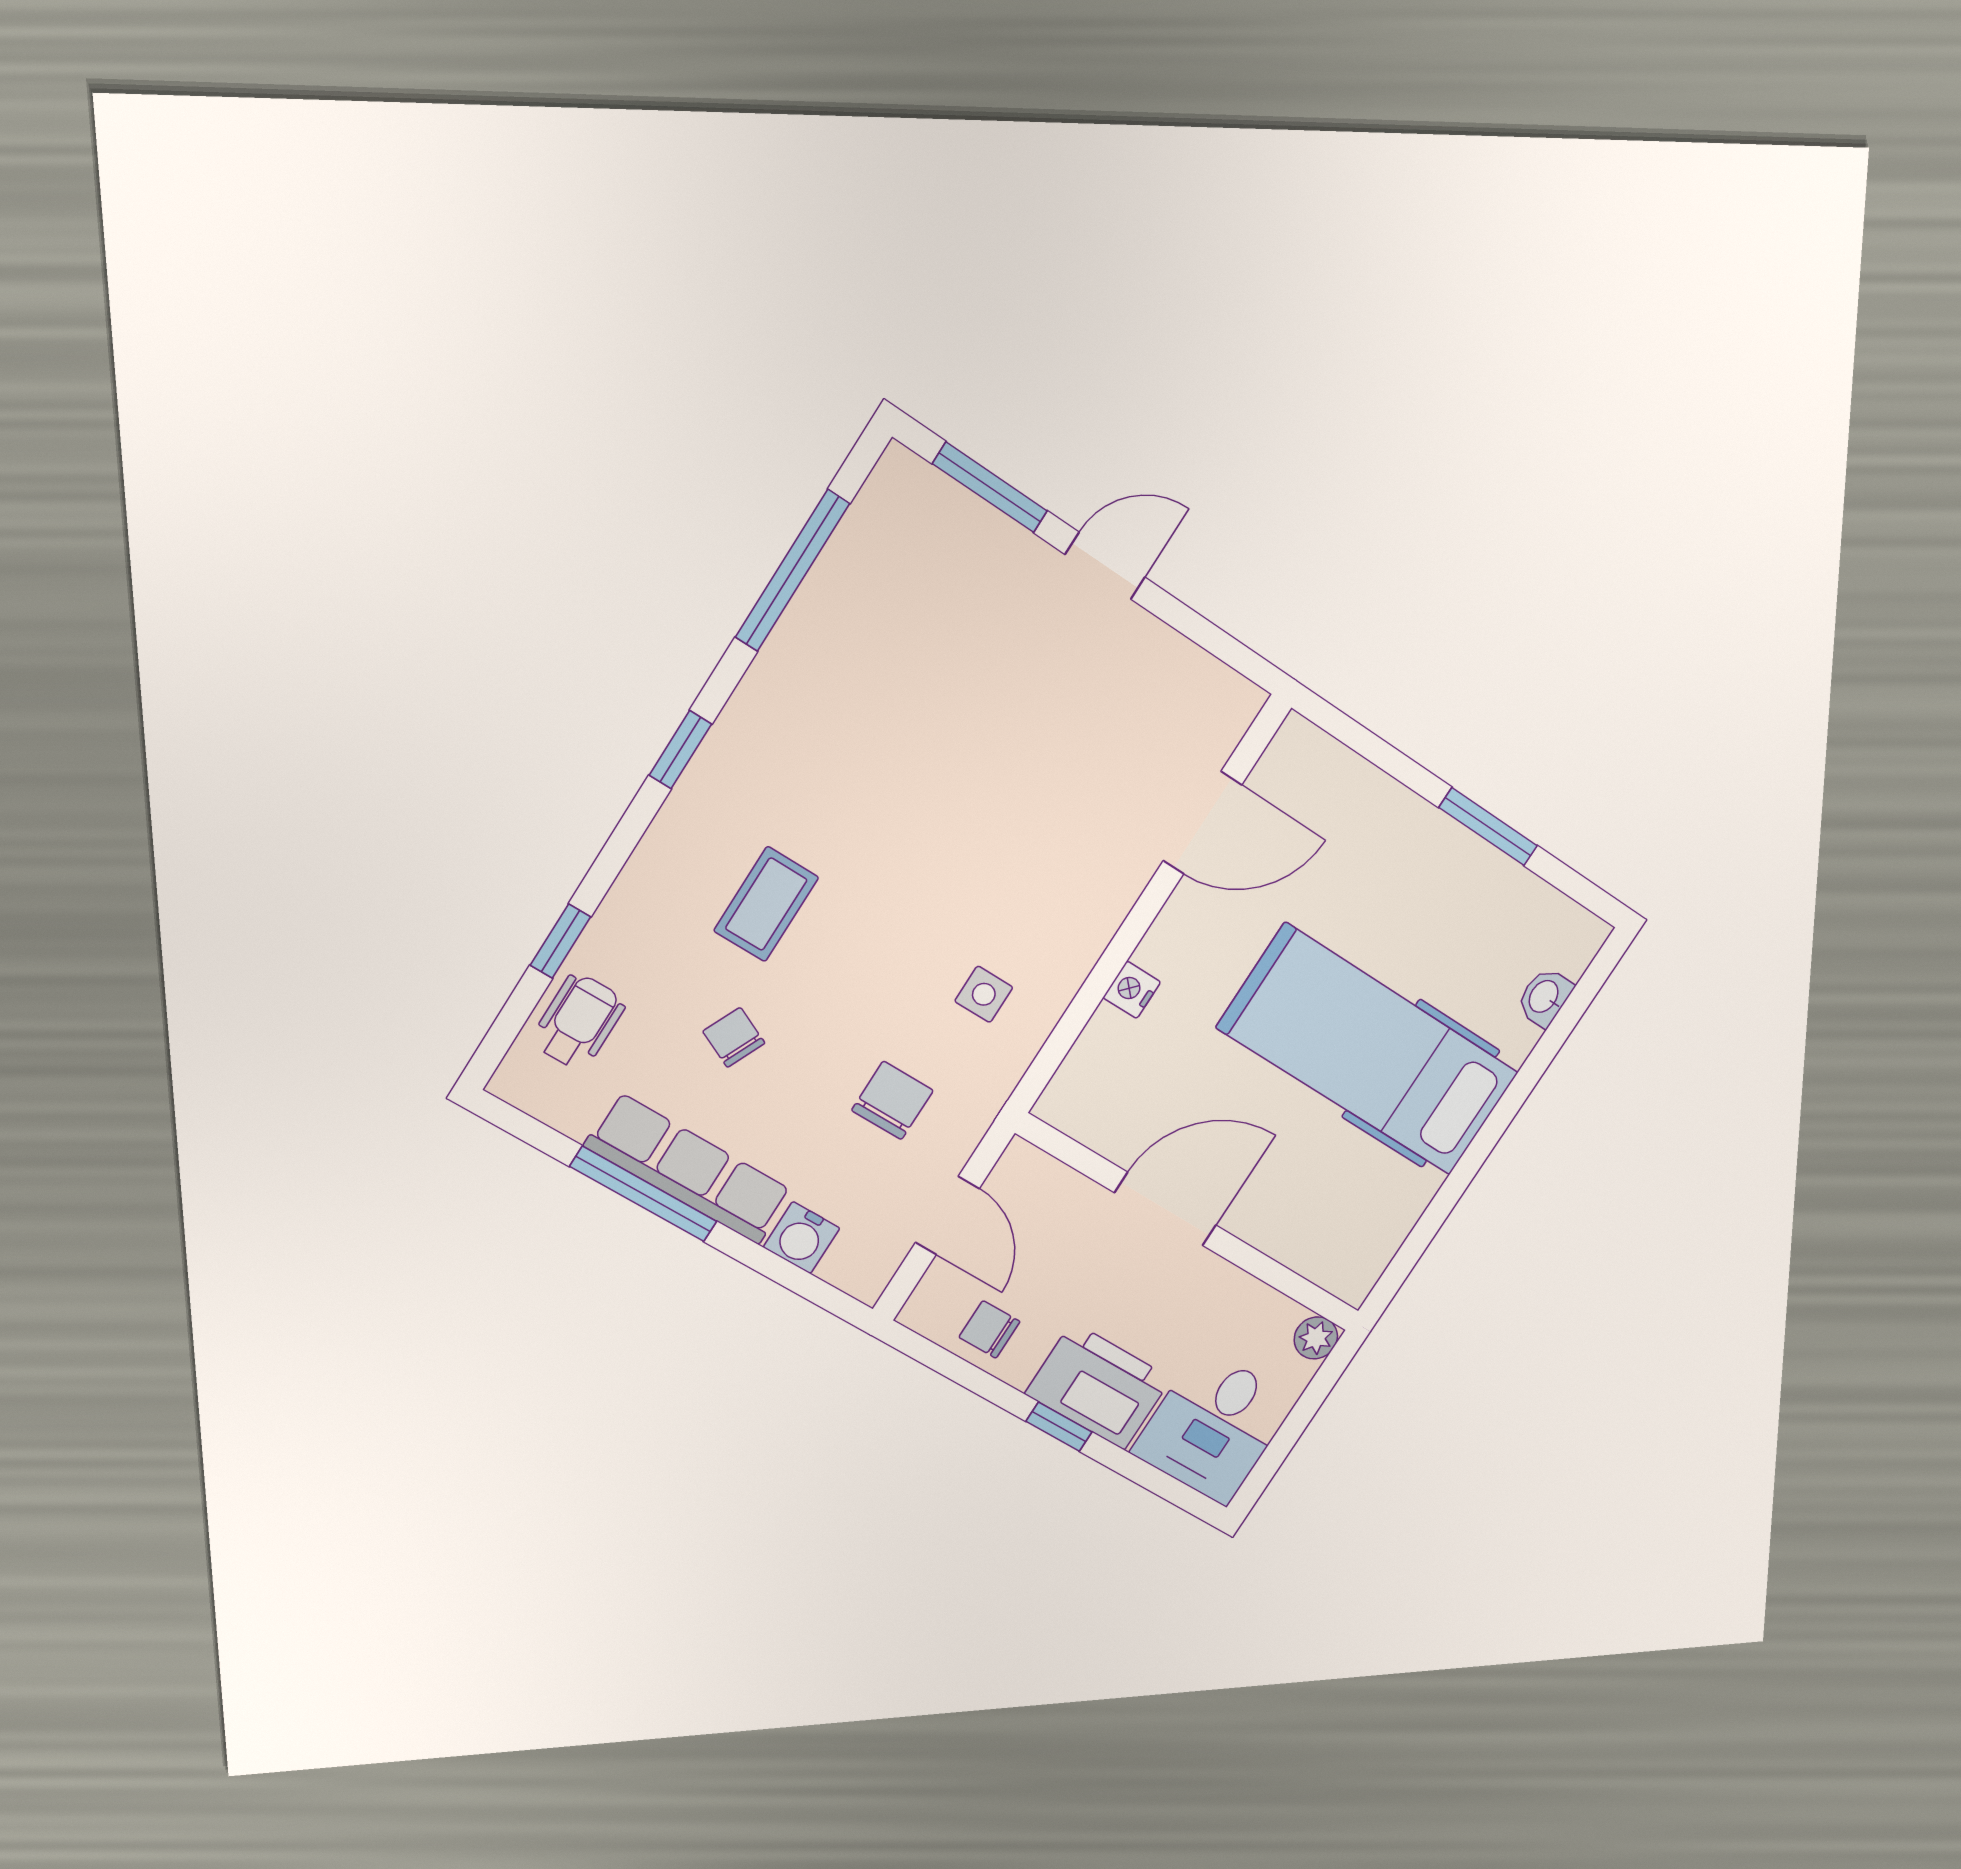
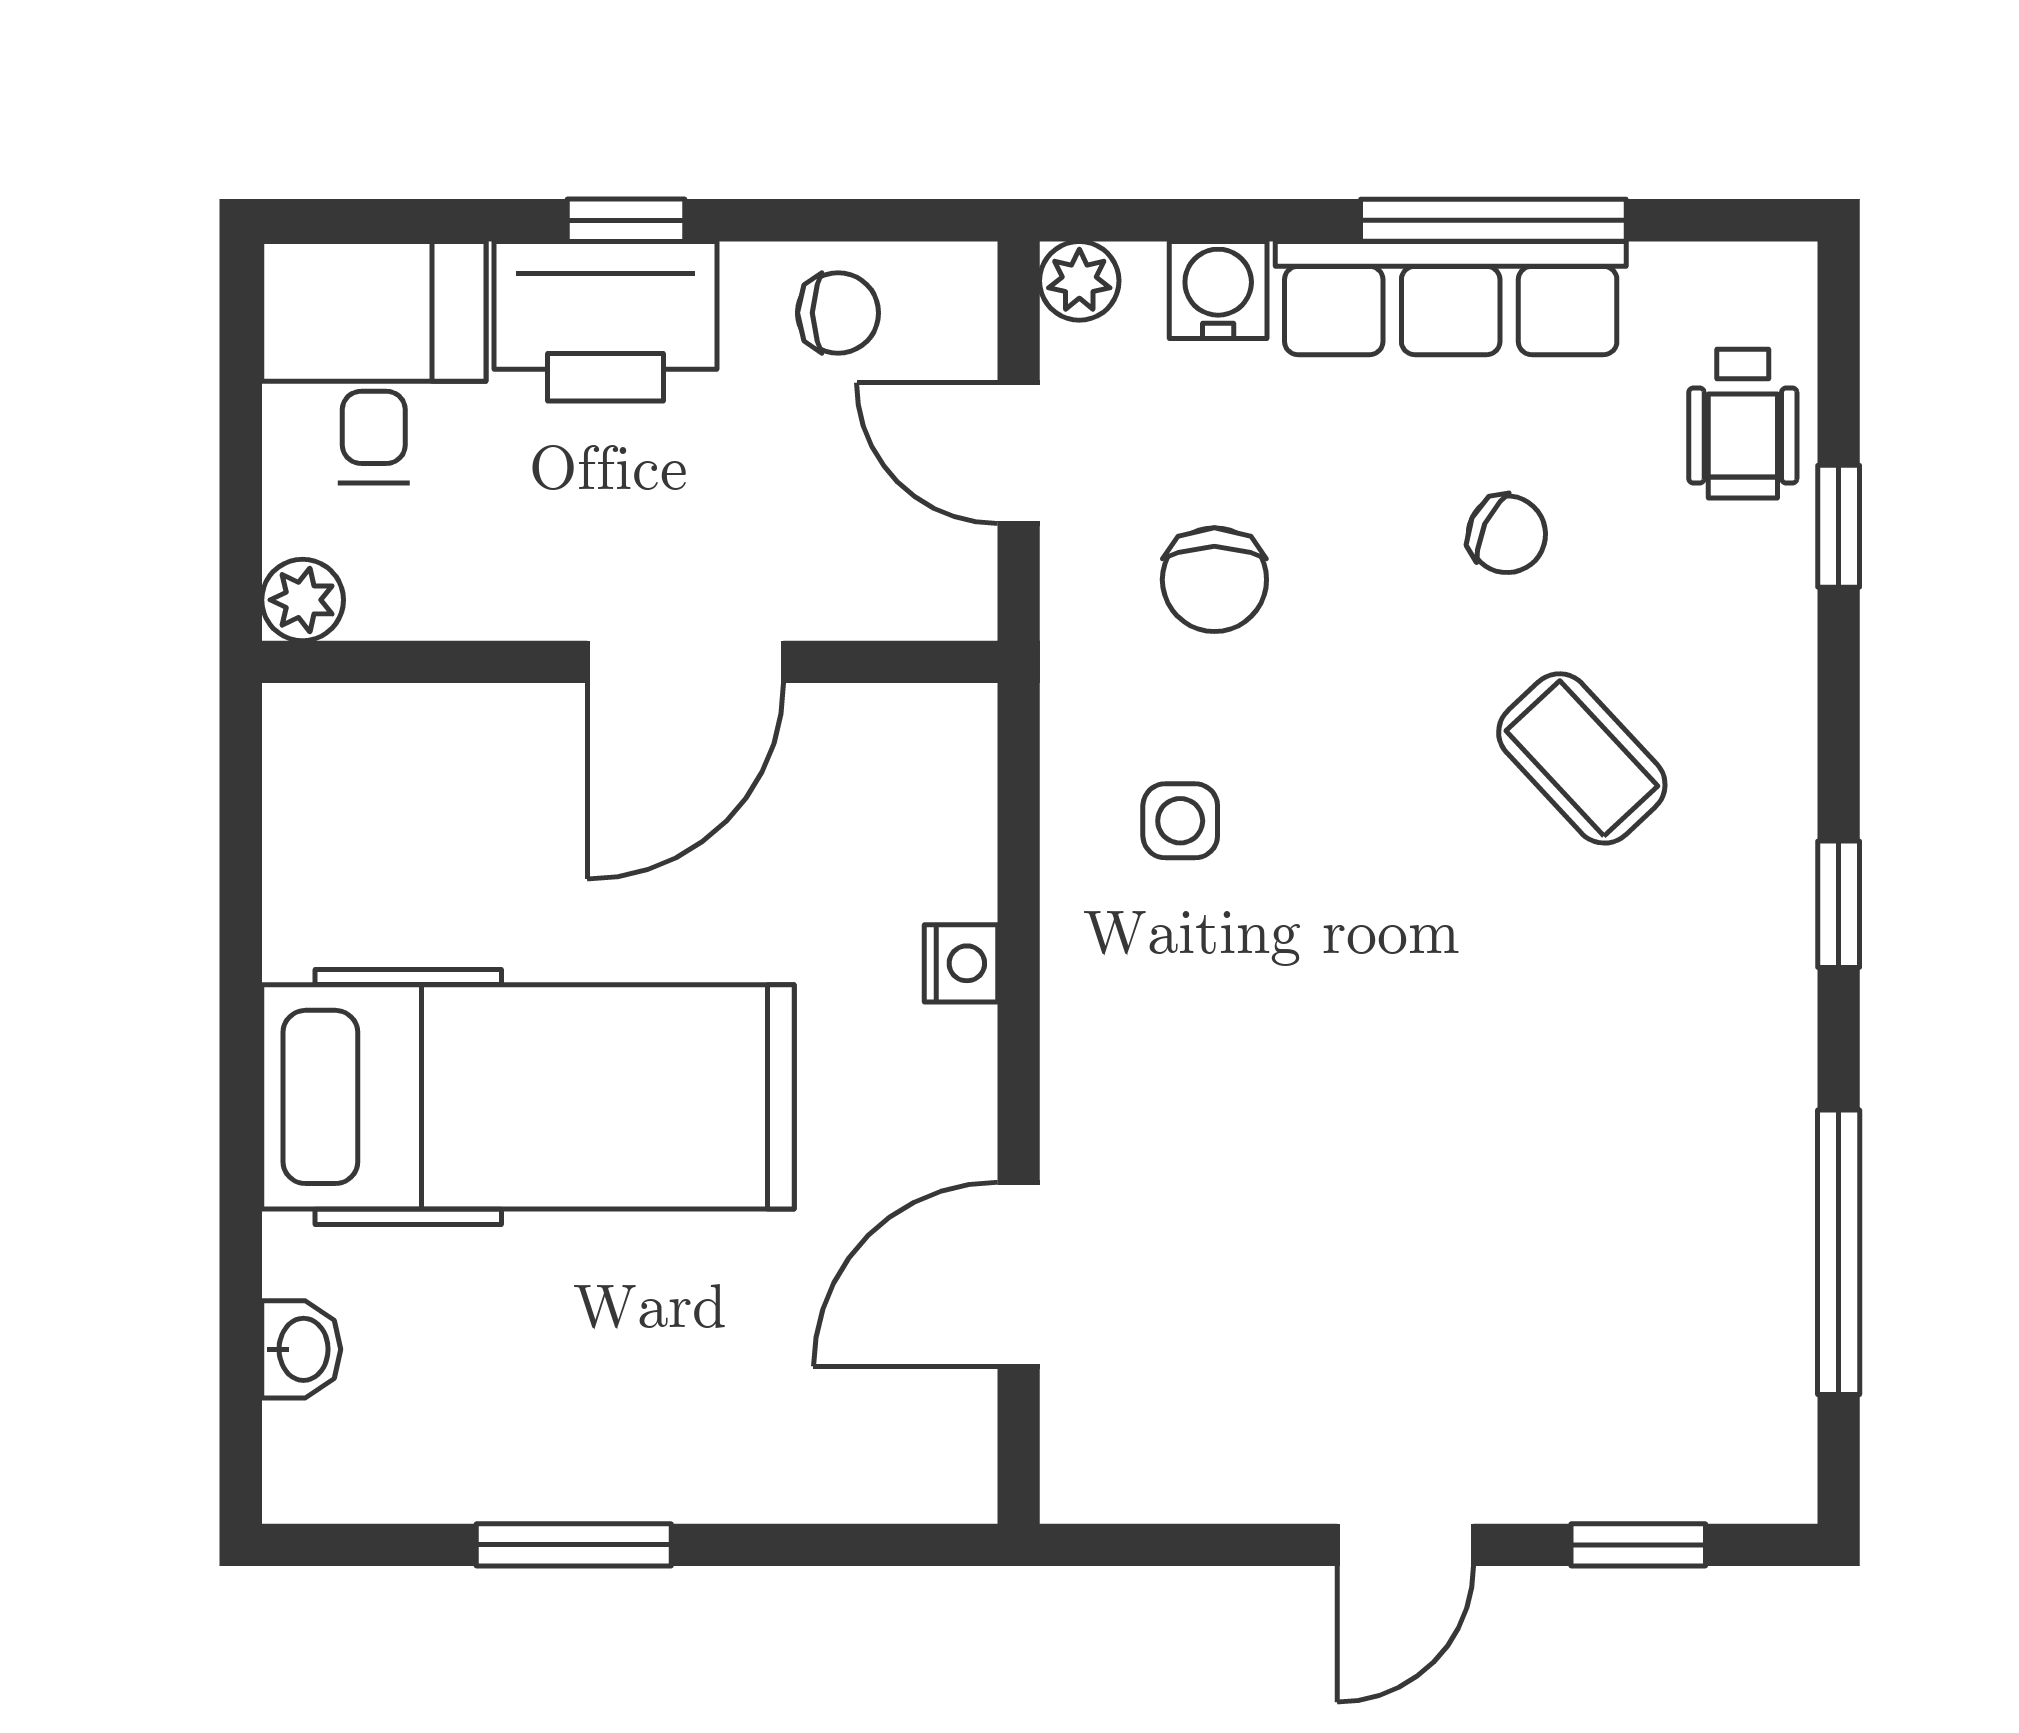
window: (990, 487) -> (1638, 1545), width x0.67
coffee table: (766, 904) -> (1582, 758), turned -43
plant: (866, 1280) -> (1079, 281), added

